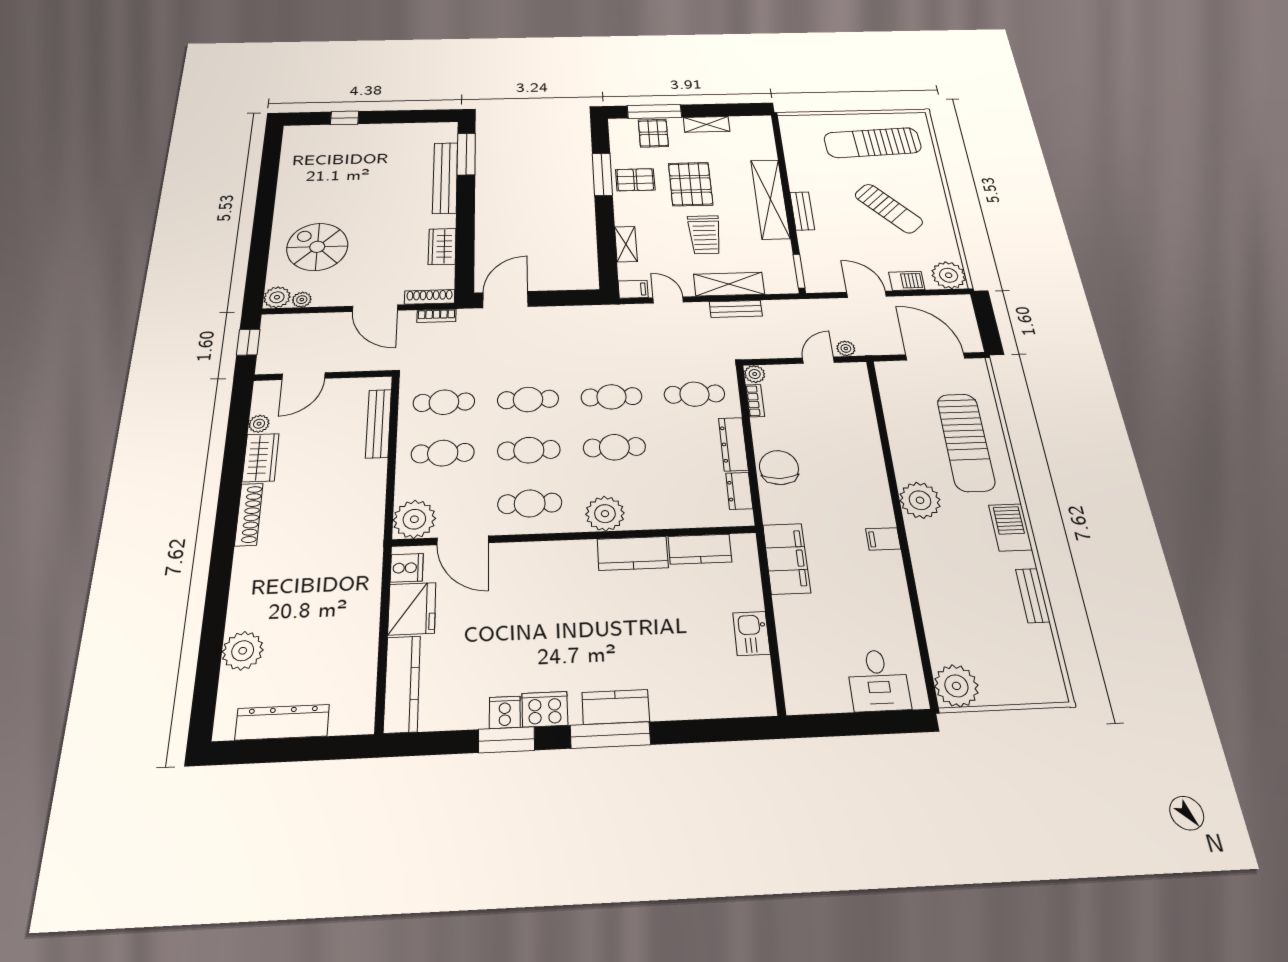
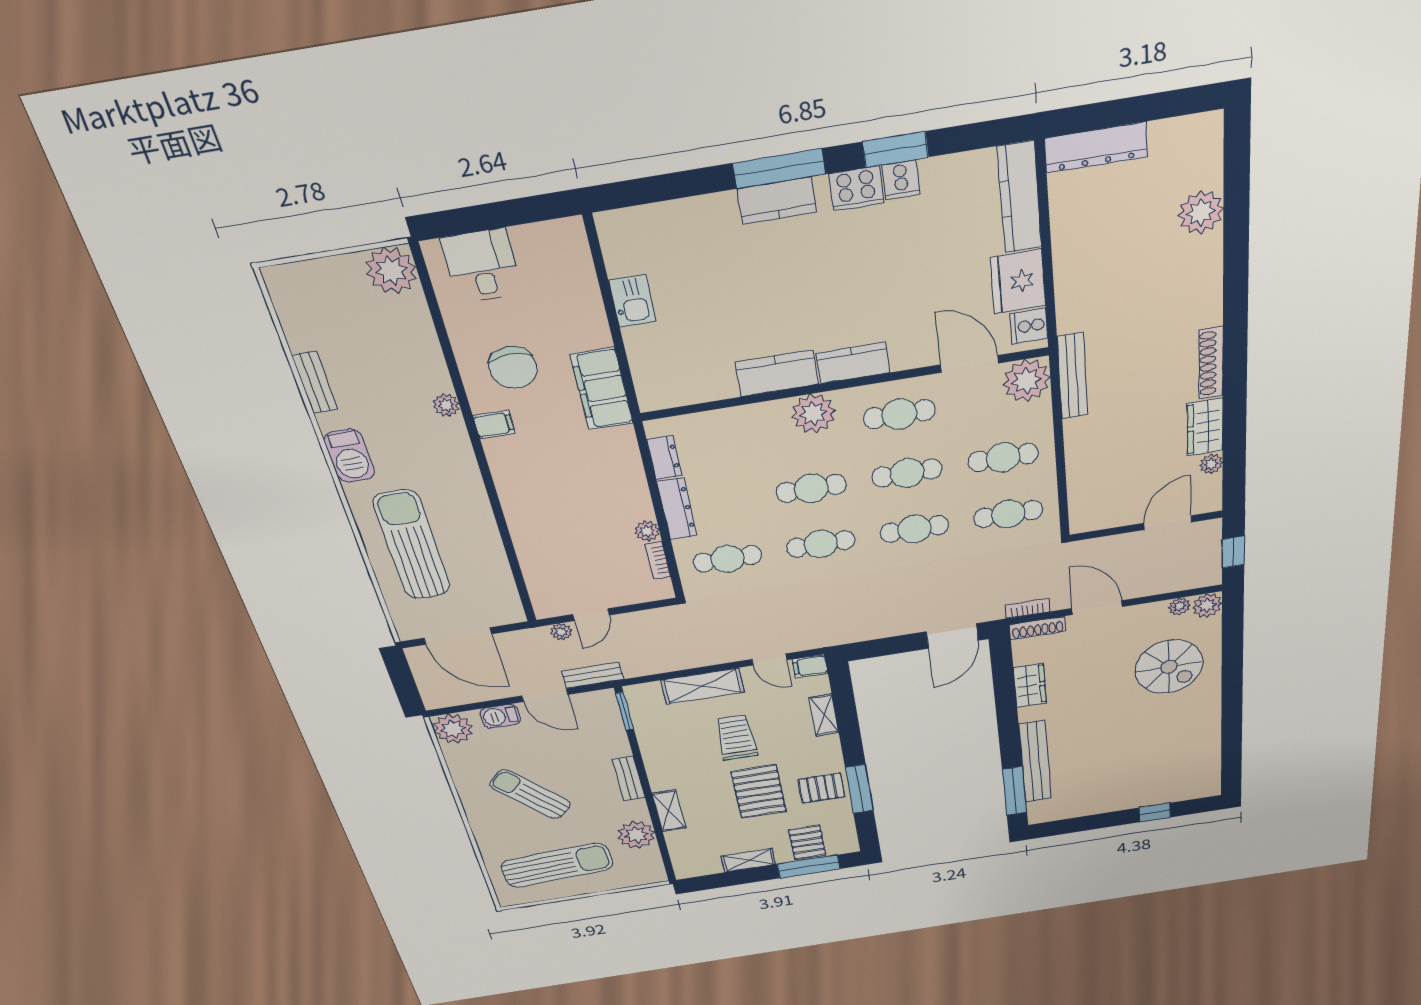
plant: (801, 160) -> (636, 835), added
shelving: (770, 199) -> (669, 811), width x0.45, depth x0.75
bench: (736, 309) -> (593, 675), moved
plant: (755, 374) -> (647, 531), moved
bench: (378, 423) -> (1072, 376), moved
chair: (779, 468) -> (513, 368), moved
plant: (920, 500) -> (446, 405), moved, width x0.53, depth x0.53
kitchen counter: (700, 549) -> (853, 363), moved
dresser: (282, 722) -> (1096, 148), moved

